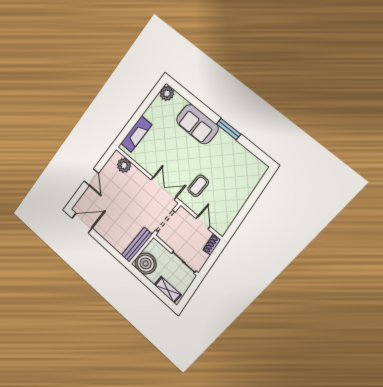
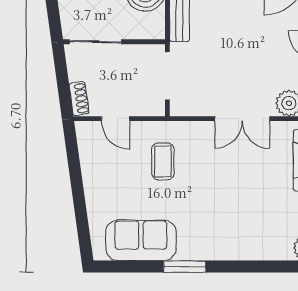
sofa: (197, 124) -> (141, 240), moved
double door: (164, 188) -> (242, 119), moved

